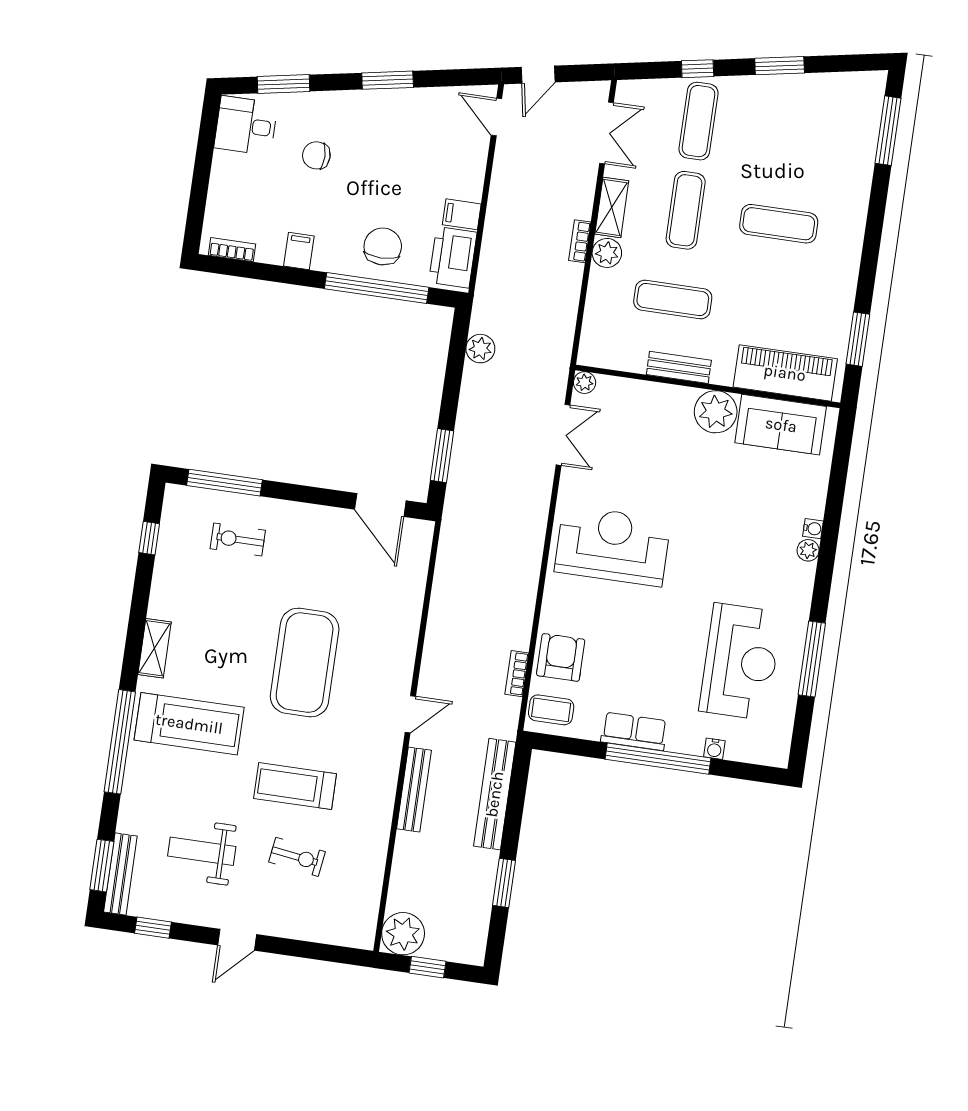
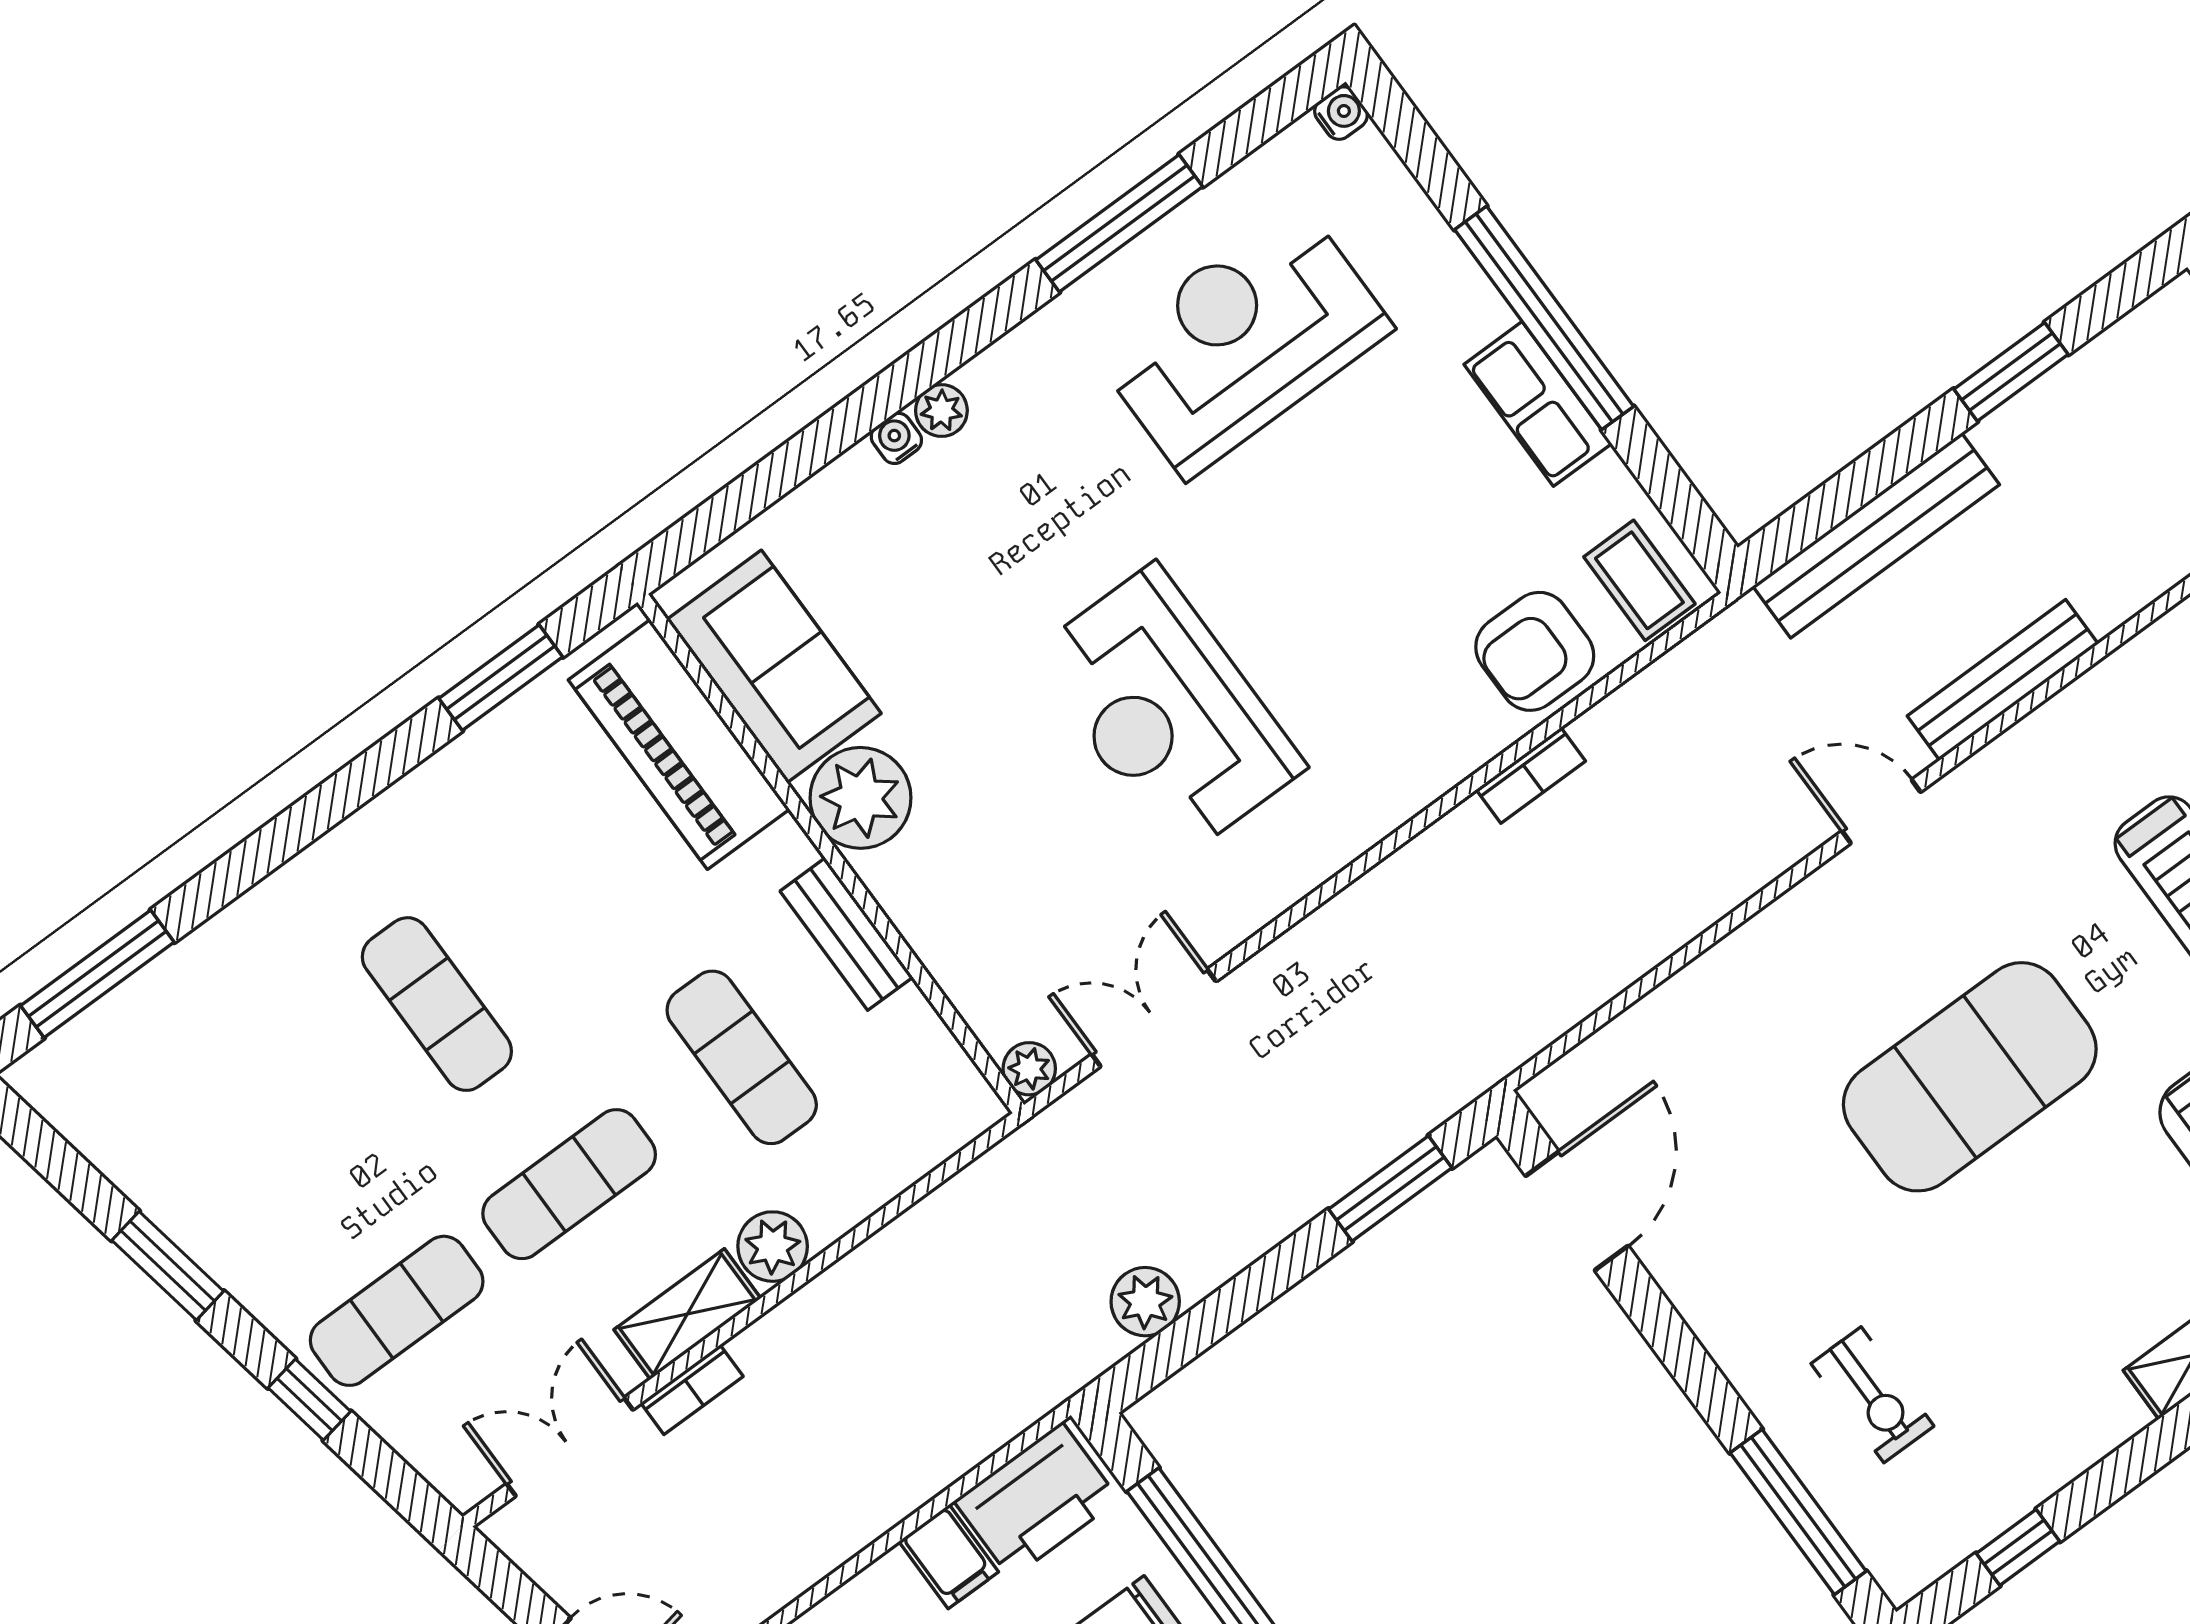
bookcase: (580, 241) -> (692, 1390), moved
reception desk: (613, 546) -> (1167, 711), moved
bookcase: (517, 674) -> (1531, 775), moved
water cooler: (714, 749) -> (1341, 113), moved

